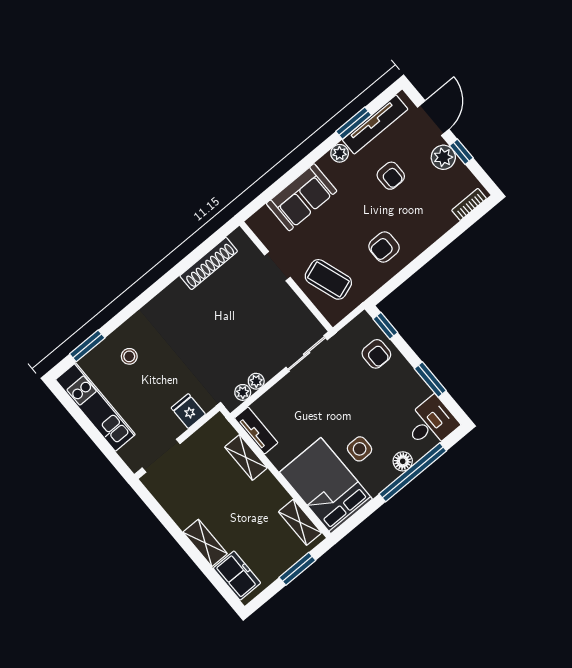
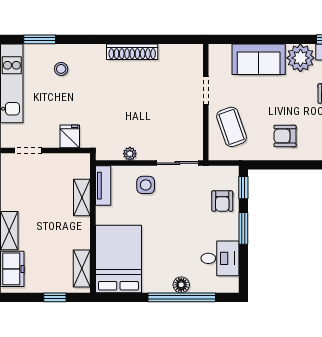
plant: (340, 153) -> (300, 58), width x1.88, depth x1.88
shoe rack: (209, 263) -> (132, 52), moved
window: (430, 380) -> (243, 228), moved
plant: (243, 392) -> (115, 154), removed
desk: (431, 423) -> (220, 258), moved
side table: (360, 449) -> (146, 185), moved
doorway: (161, 456) -> (28, 150), width x0.73
window: (297, 569) -> (55, 297), width x0.67

